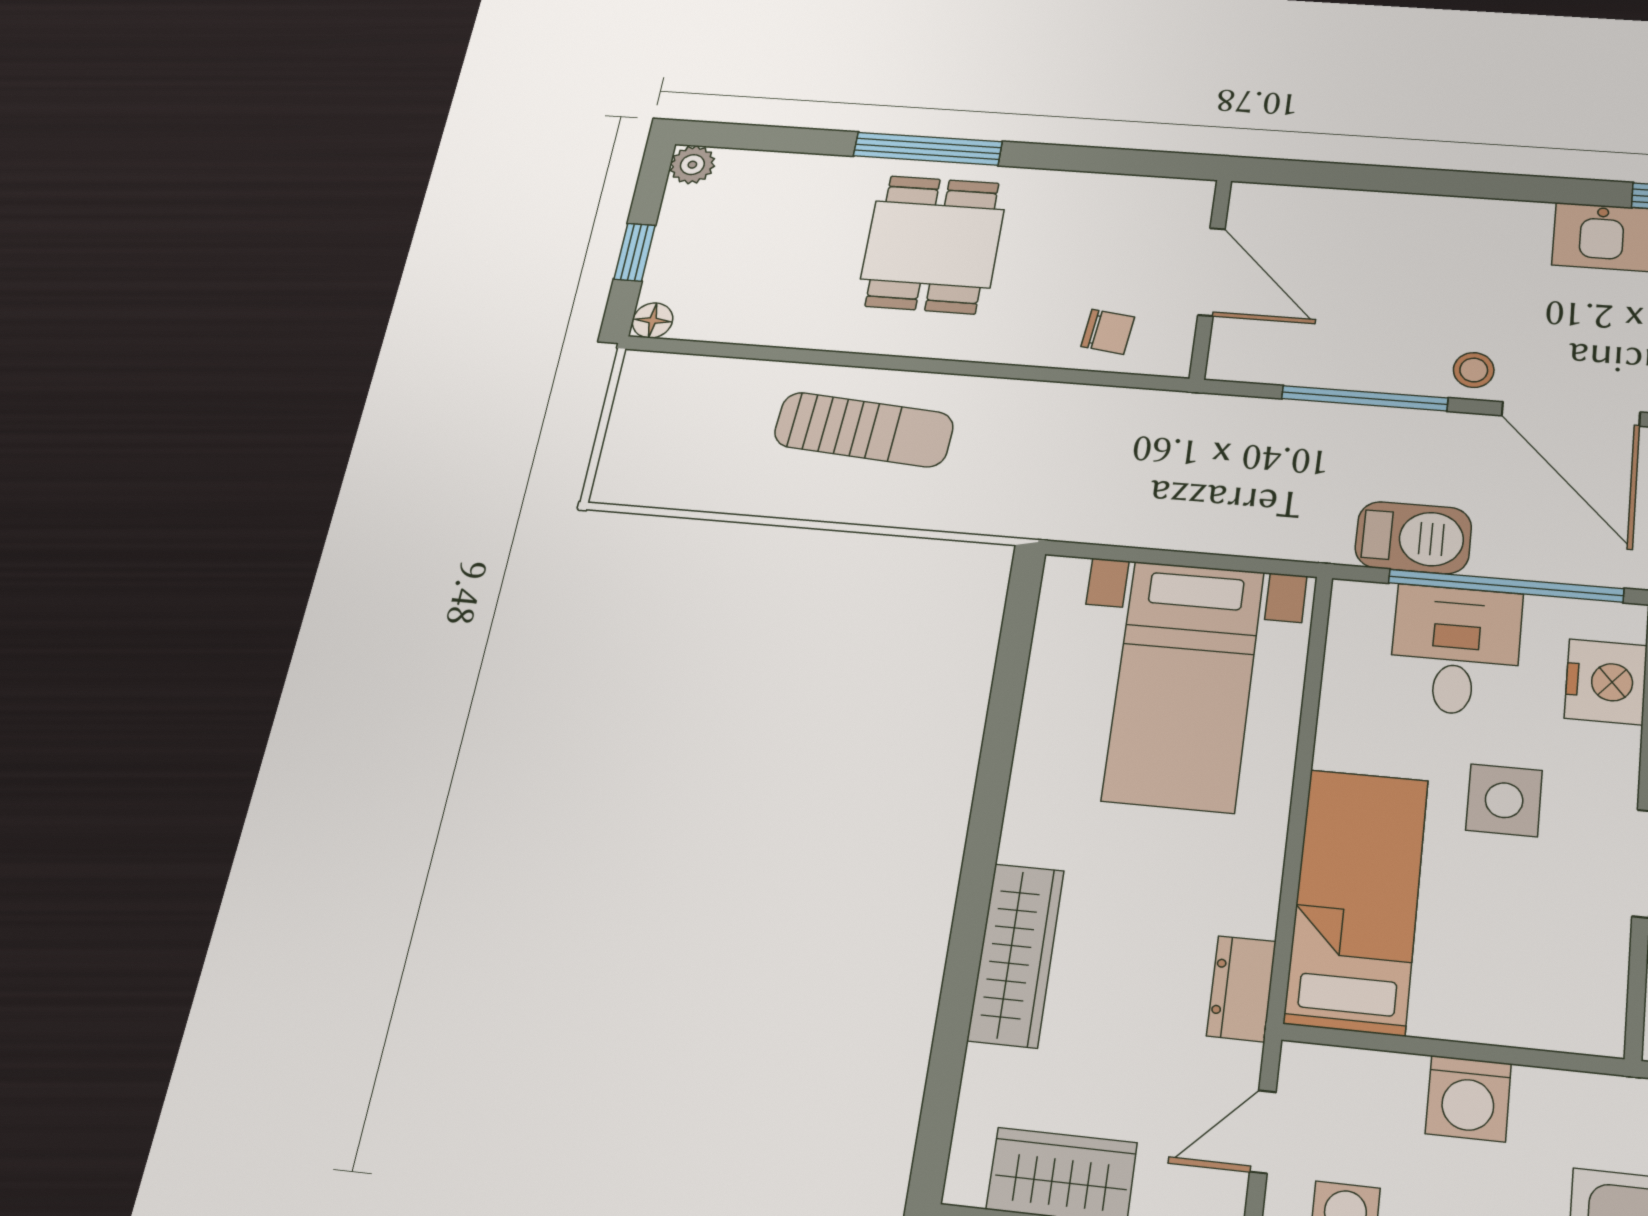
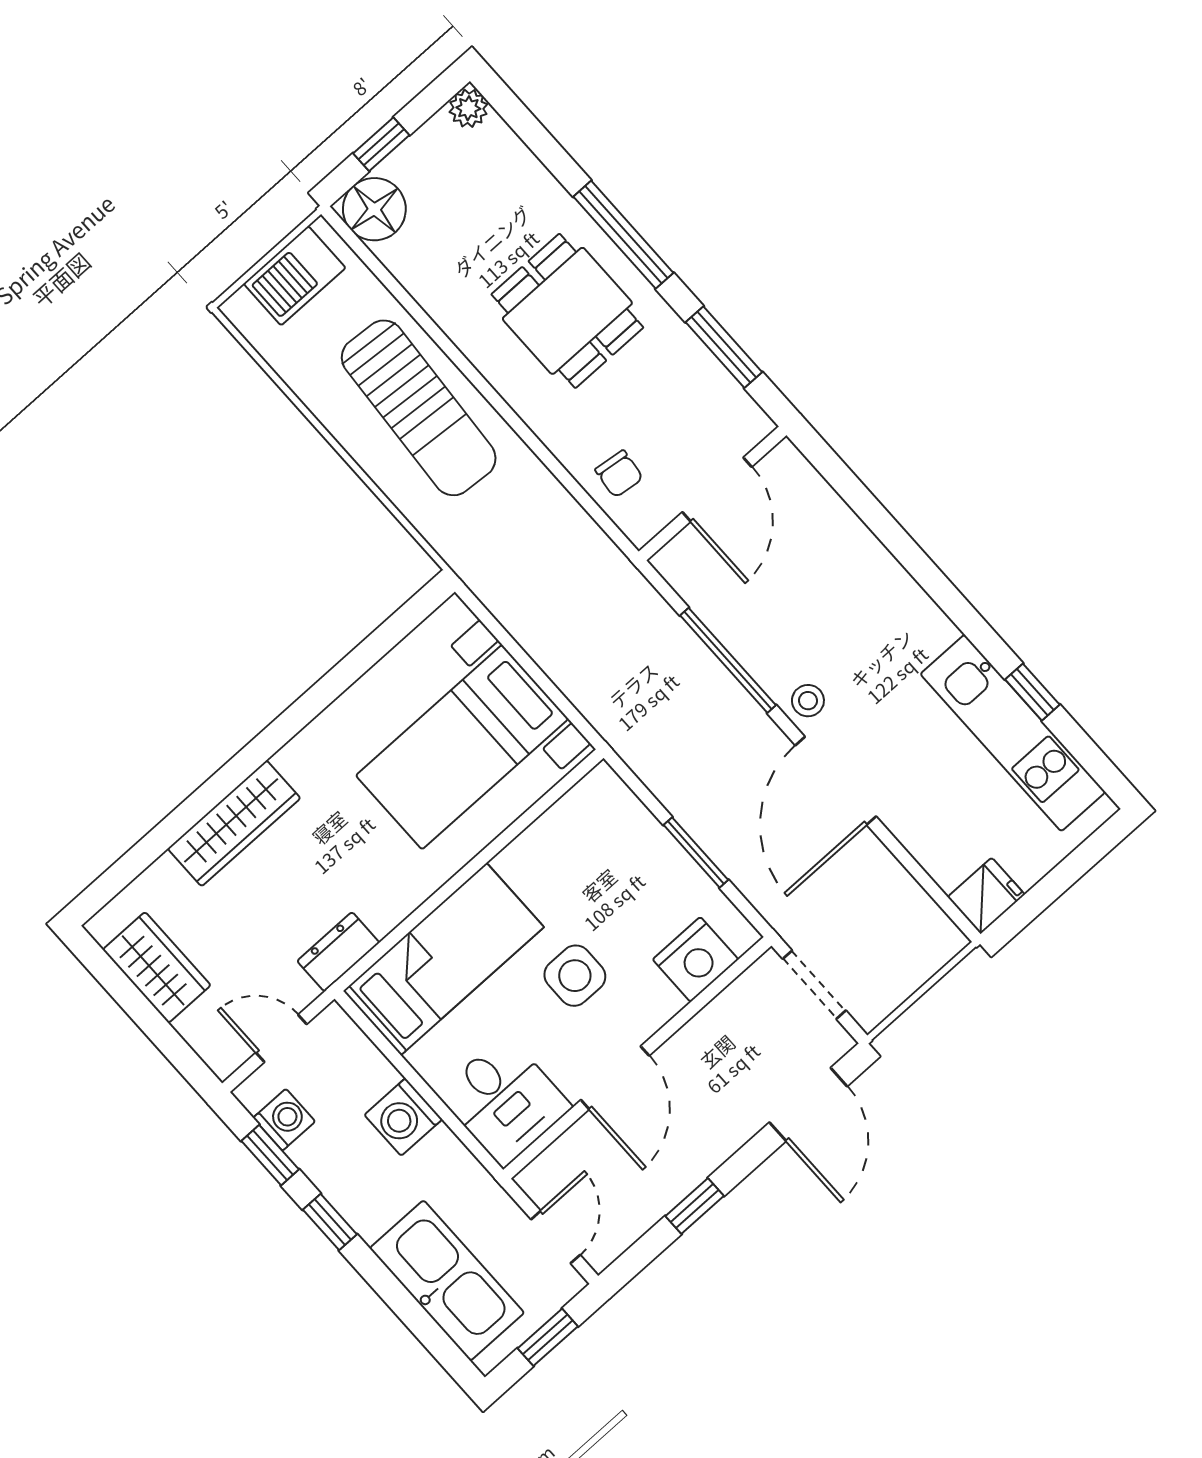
window: (1105, 160) -> (724, 347), added
dining table: (933, 244) -> (567, 311), turned 90
floor lamp: (653, 320) -> (374, 209), width x1.89, depth x1.89
sun lounger: (864, 430) -> (419, 408), width x1.36, depth x1.34
barbecue: (1413, 538) -> (295, 276), moved, turned 90
window: (1506, 586) -> (696, 852), width x0.47
desk: (1455, 650) -> (504, 1100), moved, turned 90

